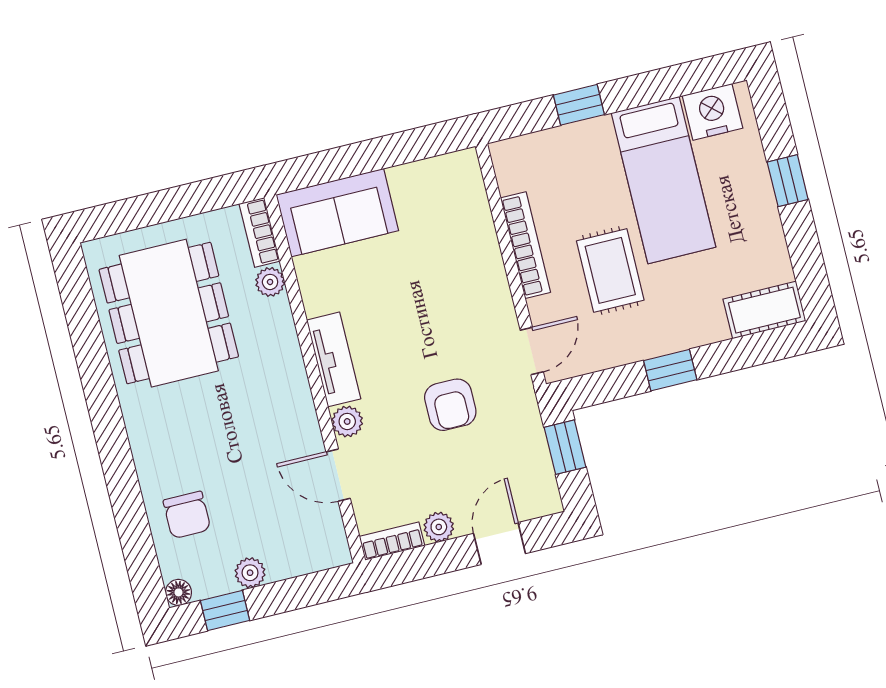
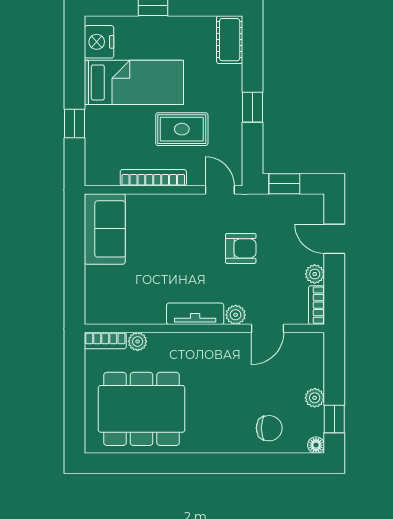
sofa: (337, 213) -> (105, 229), moved

